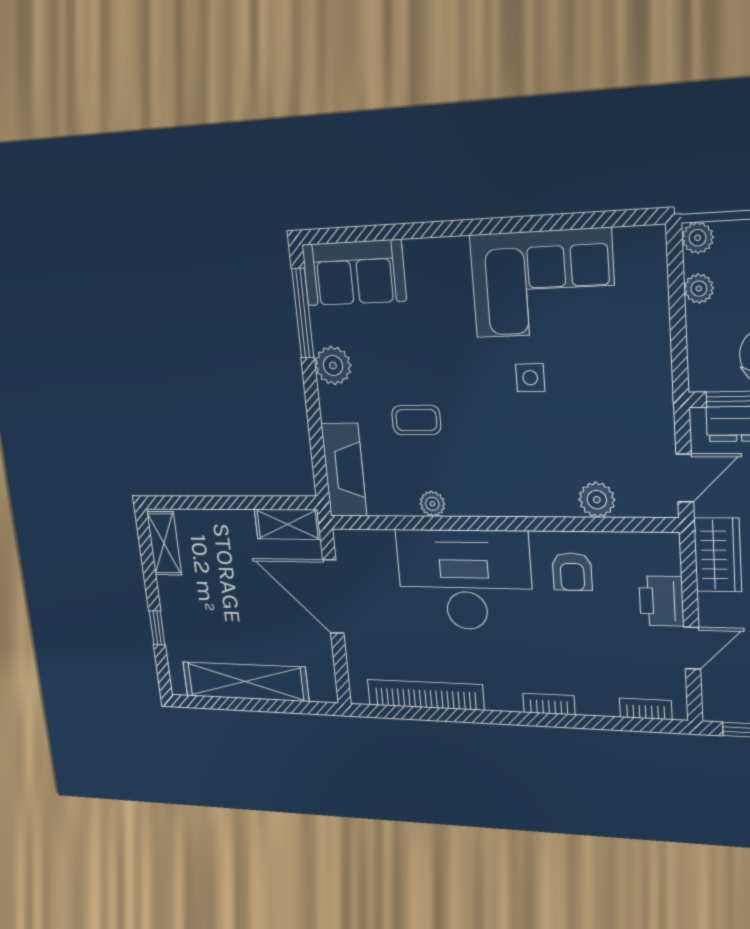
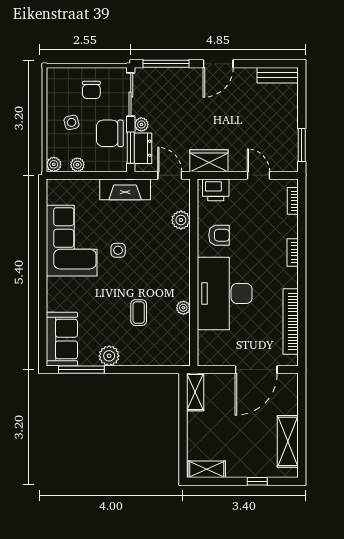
fireplace: (344, 470) -> (125, 189), moved, turned 180
door: (333, 597) -> (256, 370), moved
printer: (661, 601) -> (216, 190), moved
shelving: (245, 682) -> (288, 441), width x0.68

